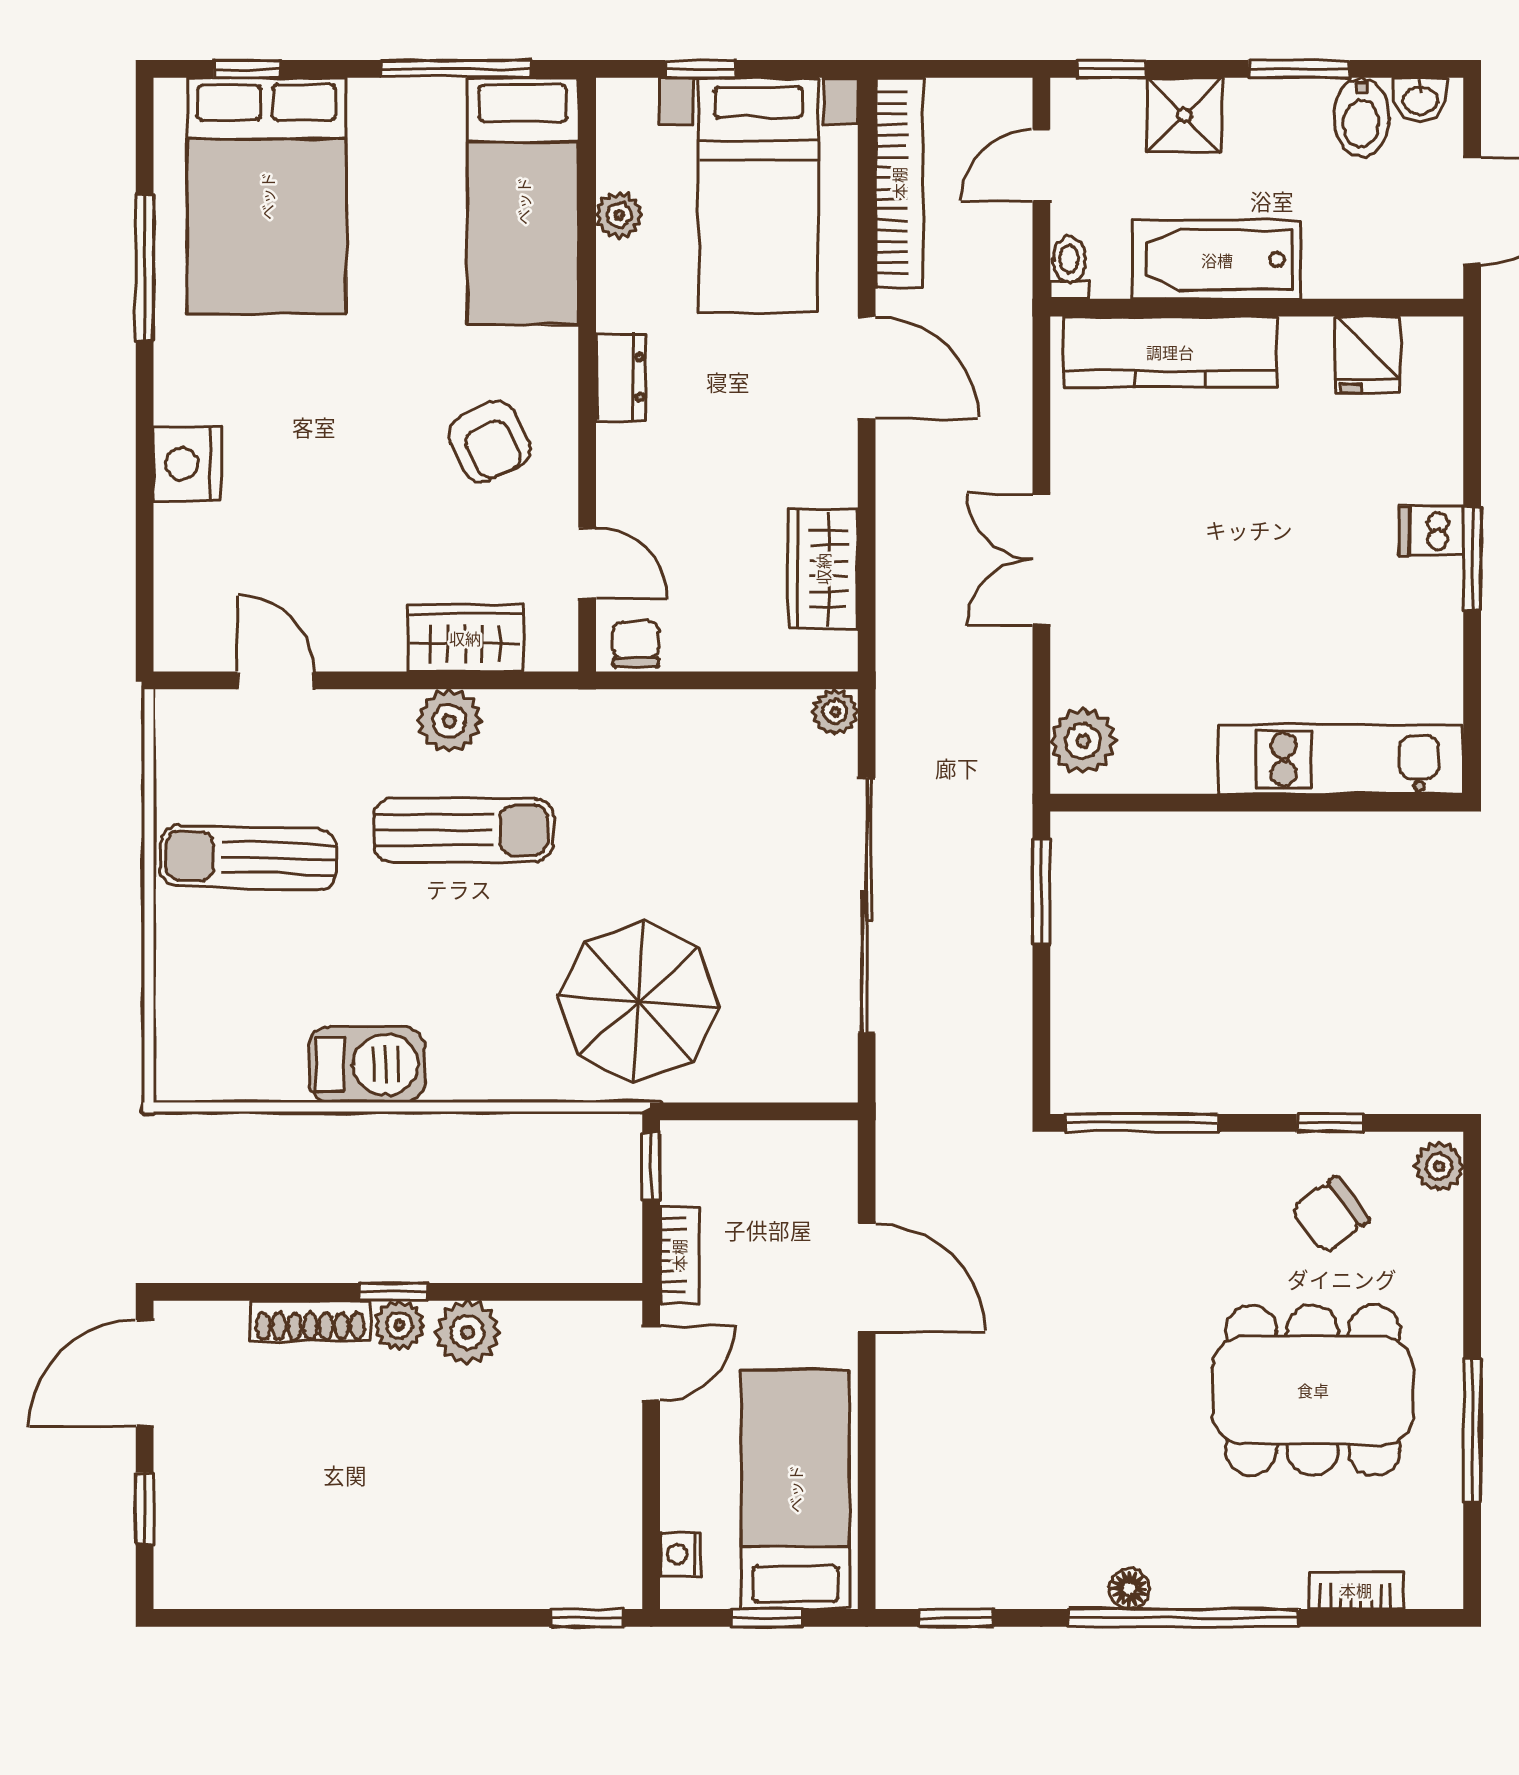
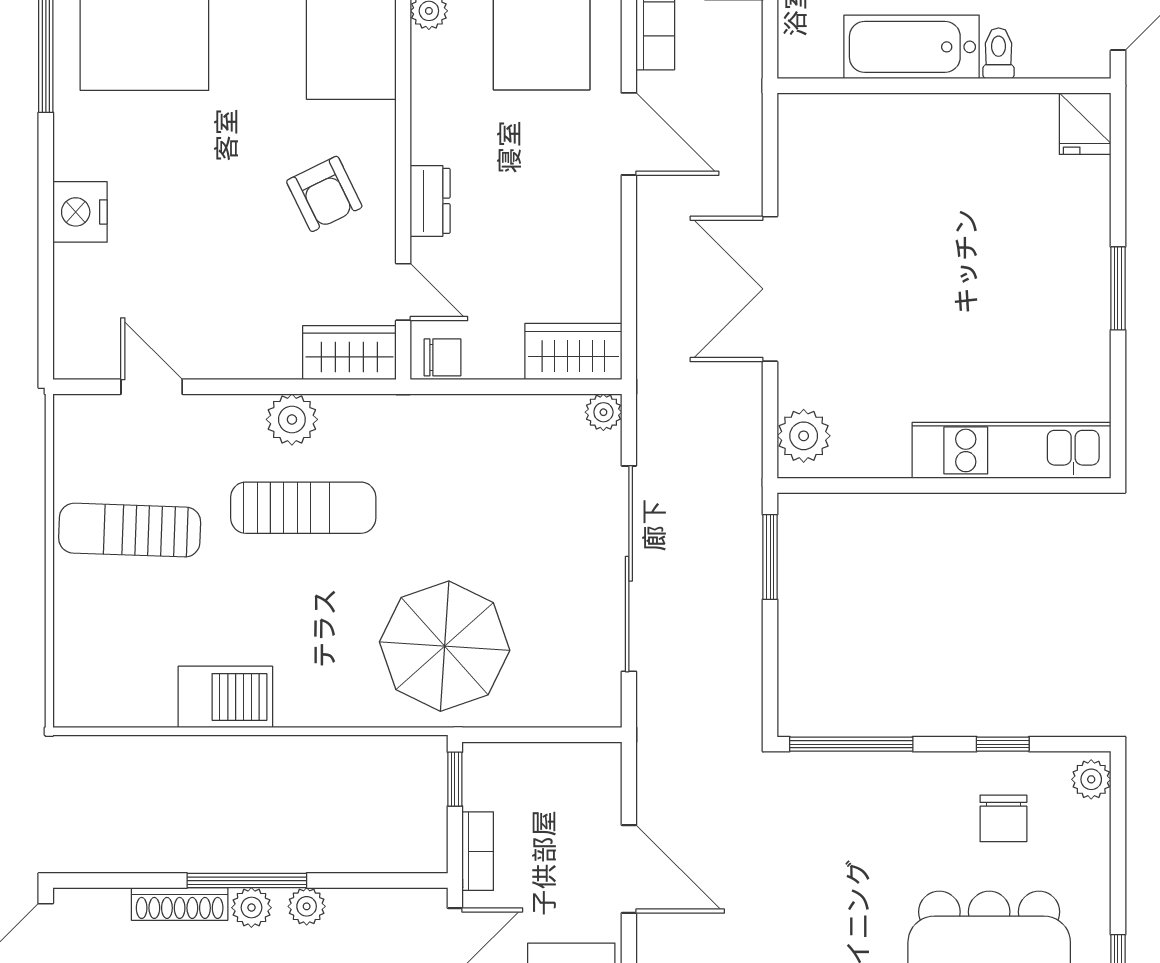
toilet: (1069, 267) -> (999, 53), moved
kitchen counter: (1170, 352) -> (874, 121), removed
fridge: (1368, 355) -> (1085, 124), moved
dresser: (620, 377) -> (430, 201), moved
dishwasher: (1431, 531) -> (1085, 266), removed
double door: (1041, 559) -> (770, 289), width x1.37
wardrobe: (823, 569) -> (573, 352), moved, turned 90
wardrobe: (465, 638) -> (349, 353), moved
chair: (636, 644) -> (442, 357), turned 90
chair: (1330, 1215) -> (1003, 818), turned -53
window: (393, 1292) -> (247, 881), width x2.17
plant: (468, 1332) -> (307, 906), width x0.73, depth x0.73

